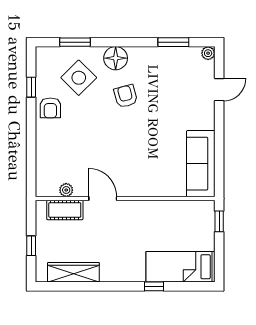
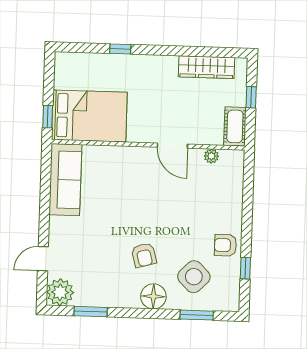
plant: (208, 53) -> (60, 292), width x1.88, depth x1.88
armchair: (50, 108) -> (225, 245), turned -90
cot: (65, 210) -> (235, 126), moved, turned 90
bed: (180, 267) -> (89, 116), moved, width x1.50

